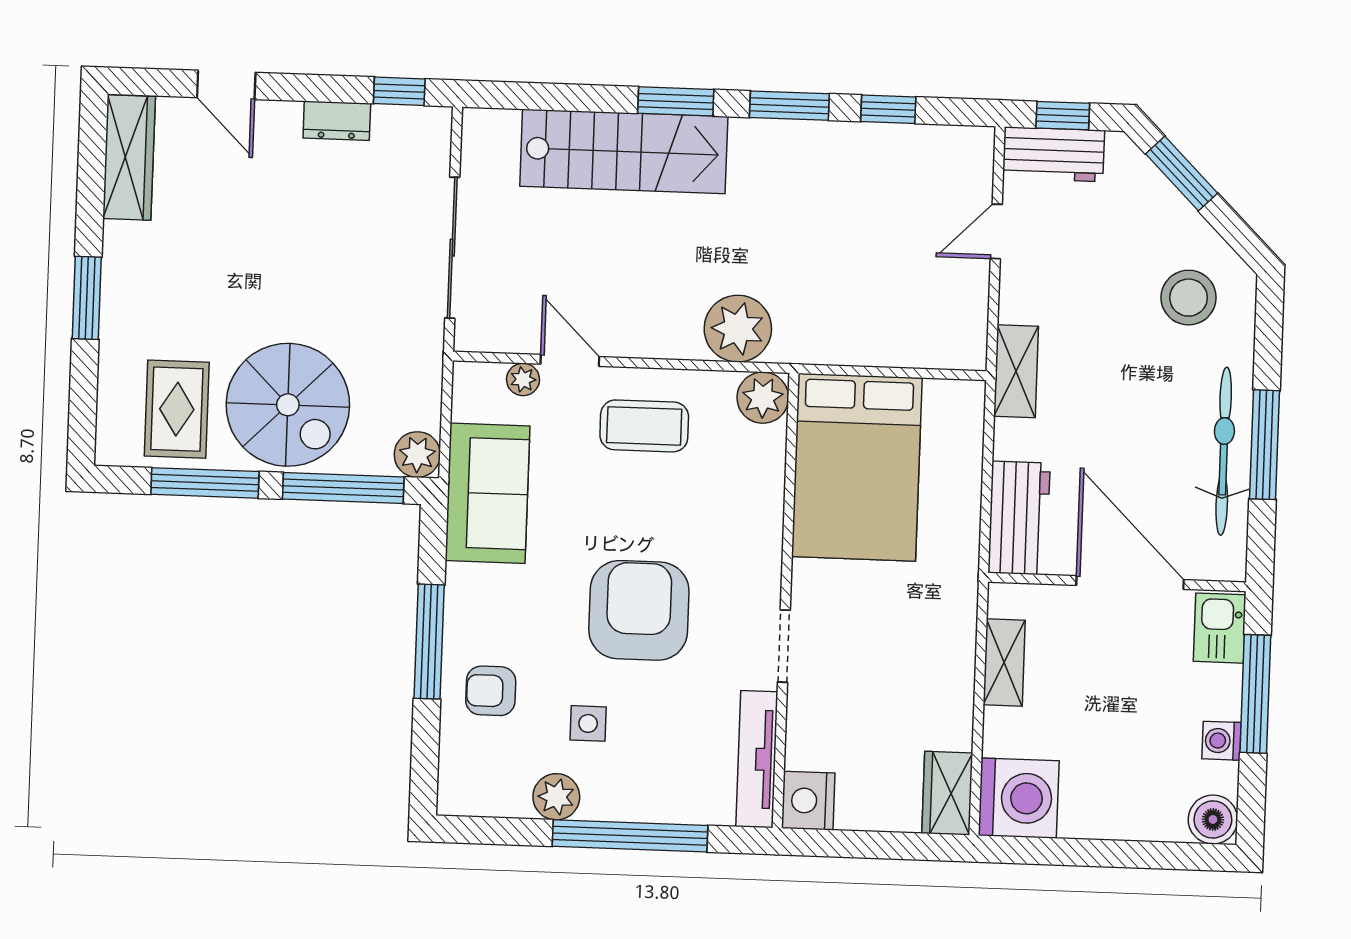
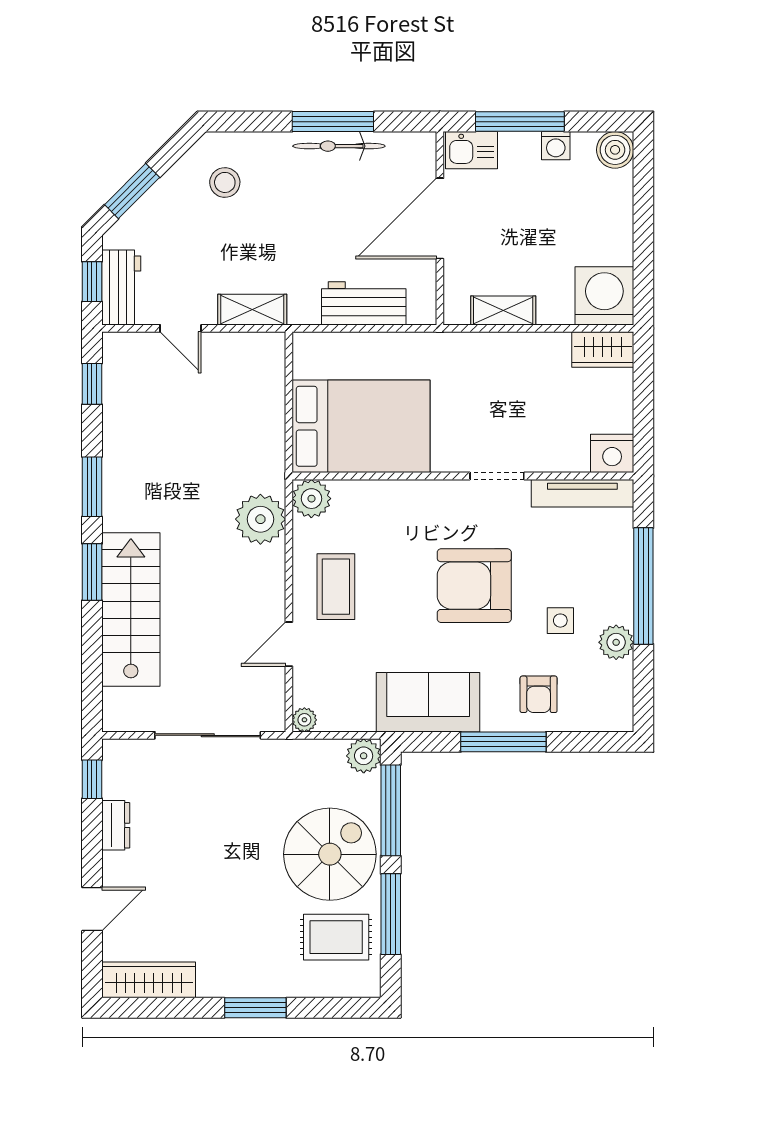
window: (888, 109) -> (92, 384), moved
stool: (1189, 298) -> (225, 182), width x0.73, depth x0.73
shelving: (1016, 371) -> (252, 310), moved
plant: (523, 379) -> (304, 720), moved
bicycle: (1224, 451) -> (339, 146), width x0.73, depth x0.71
sofa: (487, 493) -> (428, 702), moved
workbench: (1019, 518) -> (364, 303), moved

